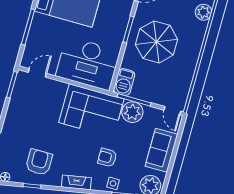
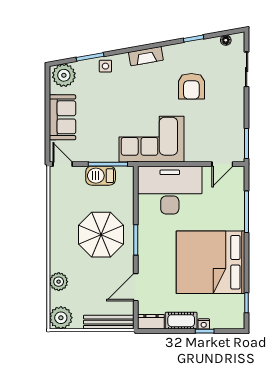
barbecue: (124, 82) -> (101, 176), moved, turned -90
plant: (132, 112) -> (106, 150), removed
armchair: (107, 158) -> (120, 93), removed
armchair: (39, 162) -> (191, 86), moved

